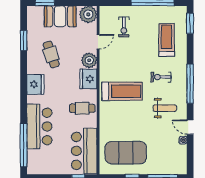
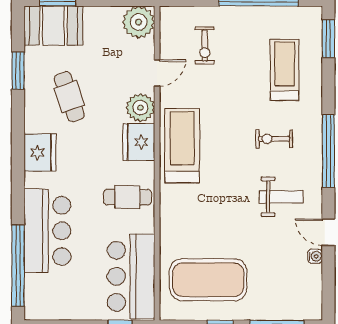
booth: (60, 16) -> (53, 26), moved
treadmill: (122, 91) -> (182, 146), moved, turned -90

